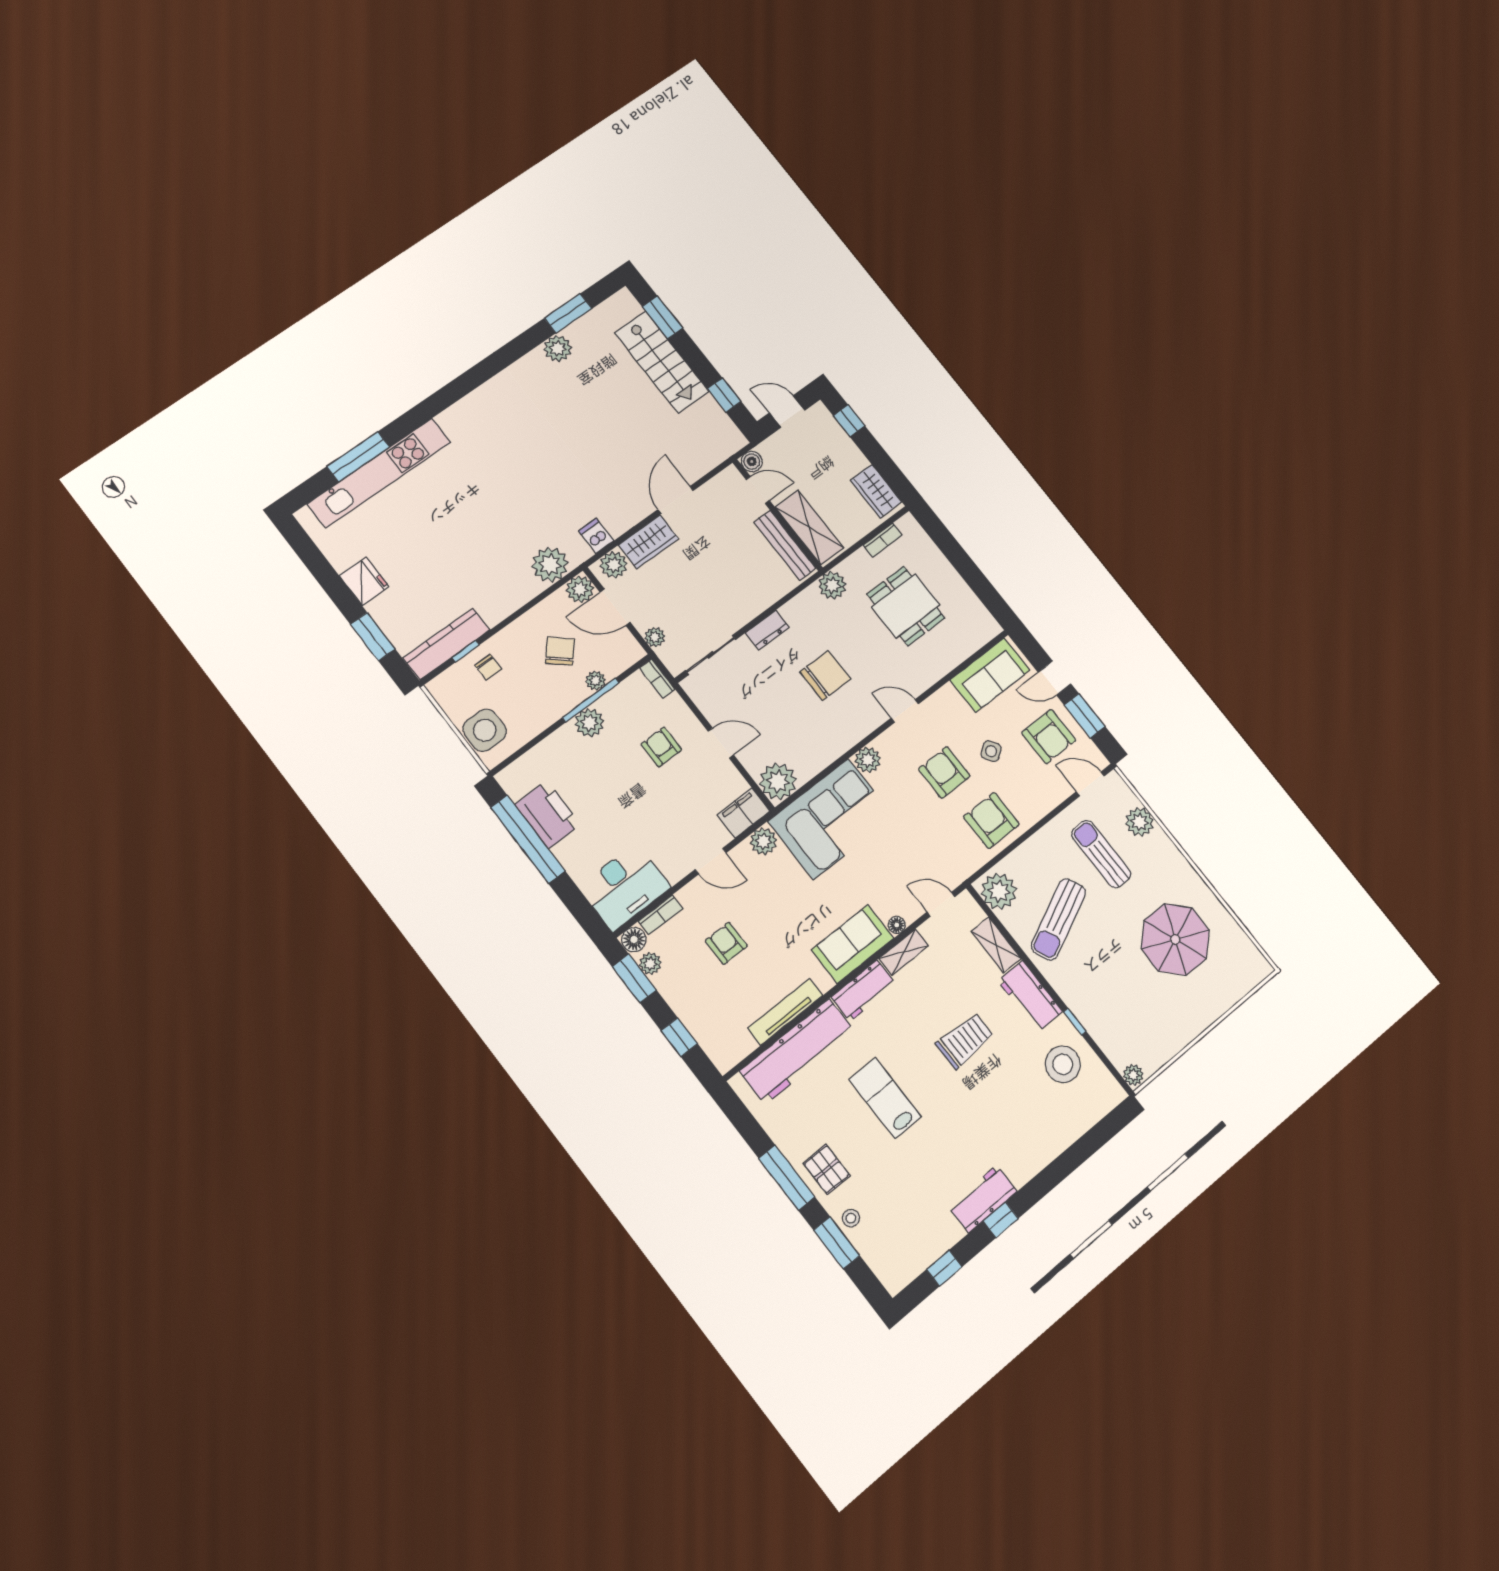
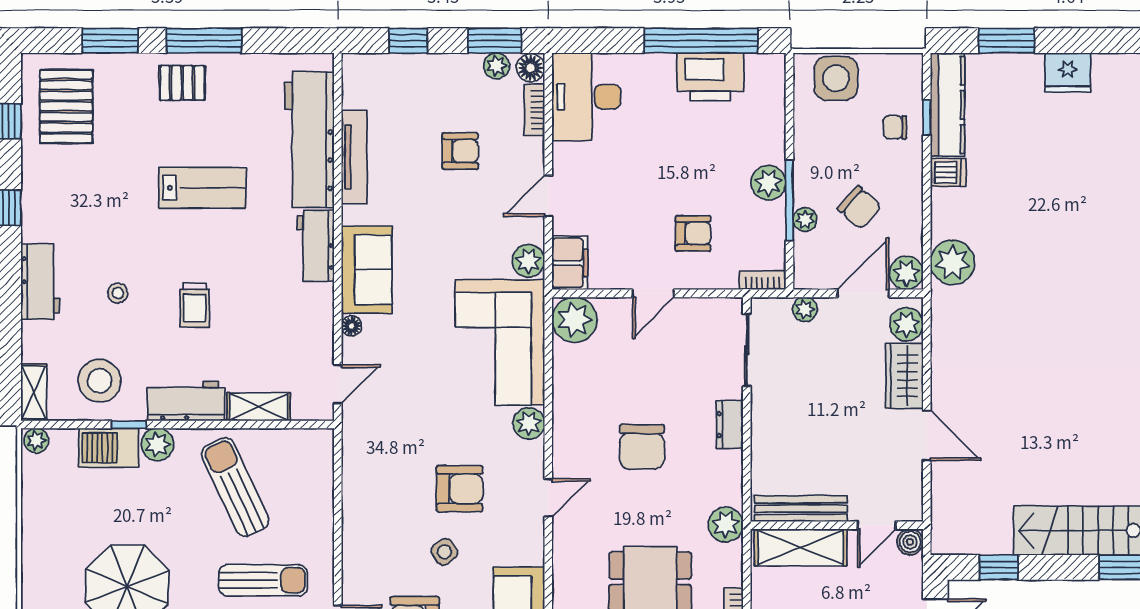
dishwasher: (596, 536) -> (948, 172), moved
armchair: (991, 820) -> (378, 498), removed
plant: (999, 891) -> (157, 444), moved, width x0.73, depth x0.73
shelving: (904, 952) -> (34, 392), moved
barbecue: (1100, 1023) -> (109, 448), added
trolley: (965, 1041) -> (195, 305), width x0.73, depth x0.72
workbench: (983, 1199) -> (40, 282), moved
stool: (851, 1218) -> (118, 293), moved
pallet: (904, 1237) -> (66, 106), added

